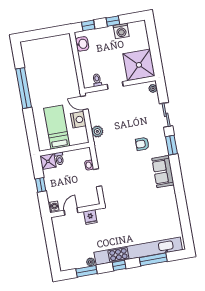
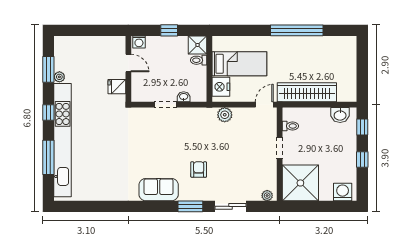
washing machine: (121, 31) -> (343, 192), moved, turned 90
wardrobe: (69, 72) -> (307, 92), added
nightstand: (78, 120) -> (221, 87), moved, turned 90

